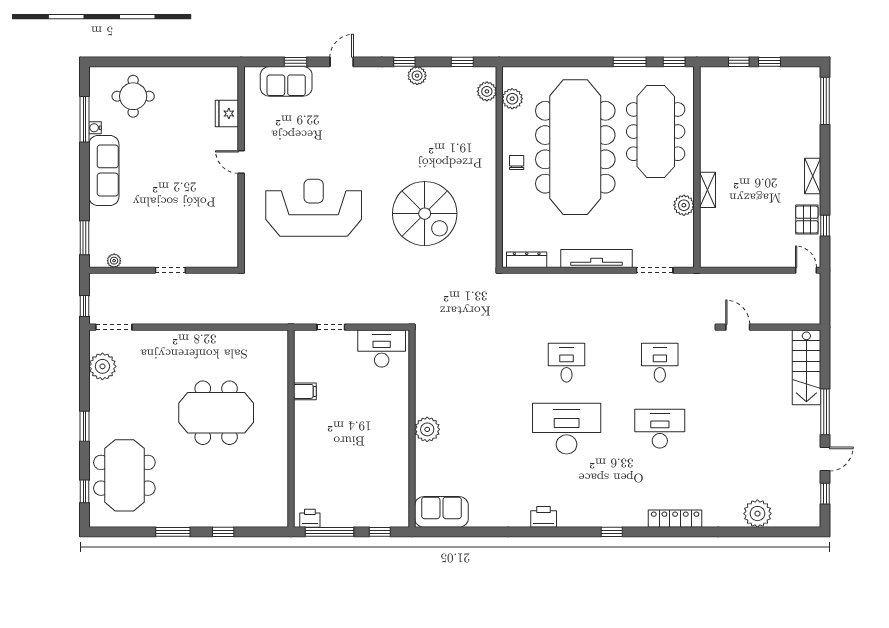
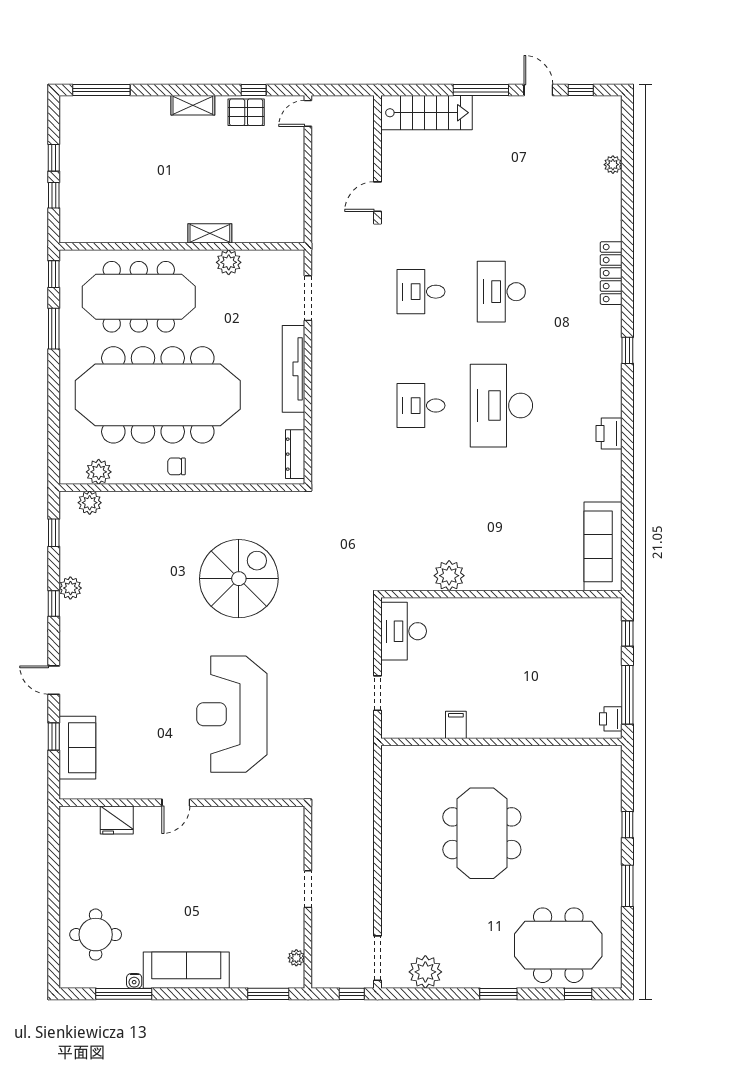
plant: (427, 429) -> (449, 576), moved
sofa: (441, 512) -> (603, 546), width x1.36
plant: (757, 514) -> (613, 165), width x0.53, depth x0.53

